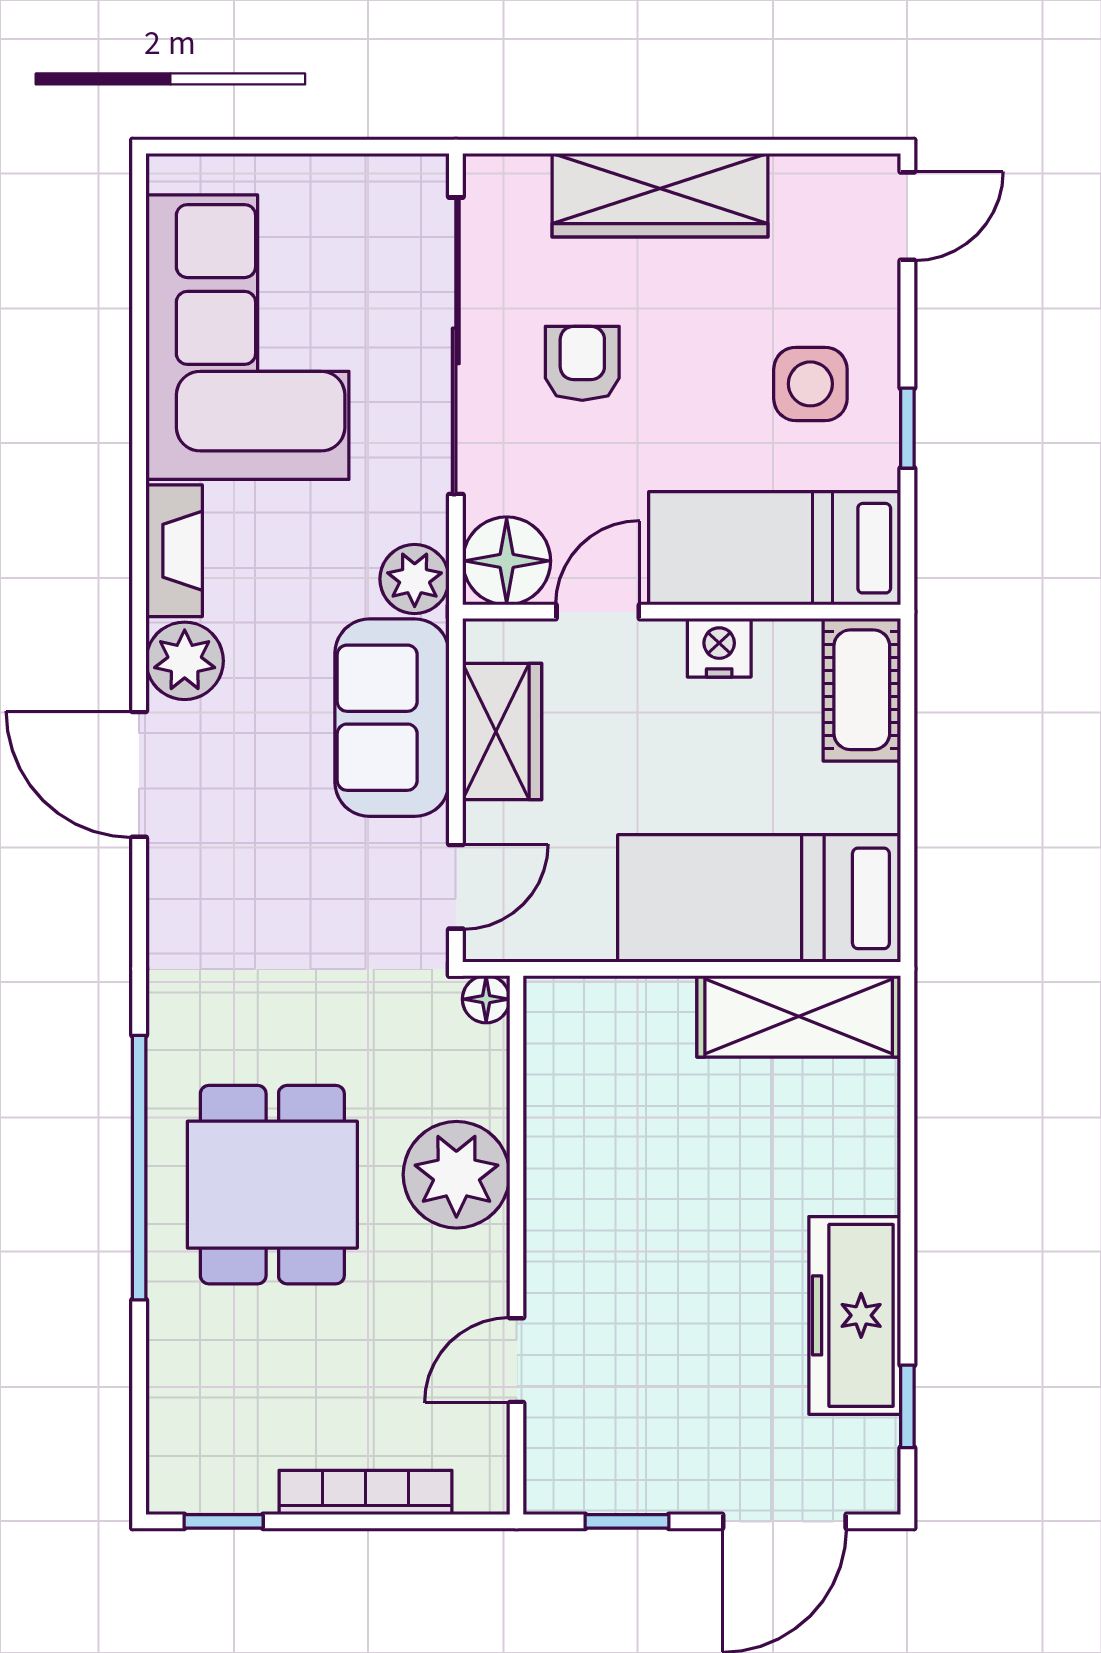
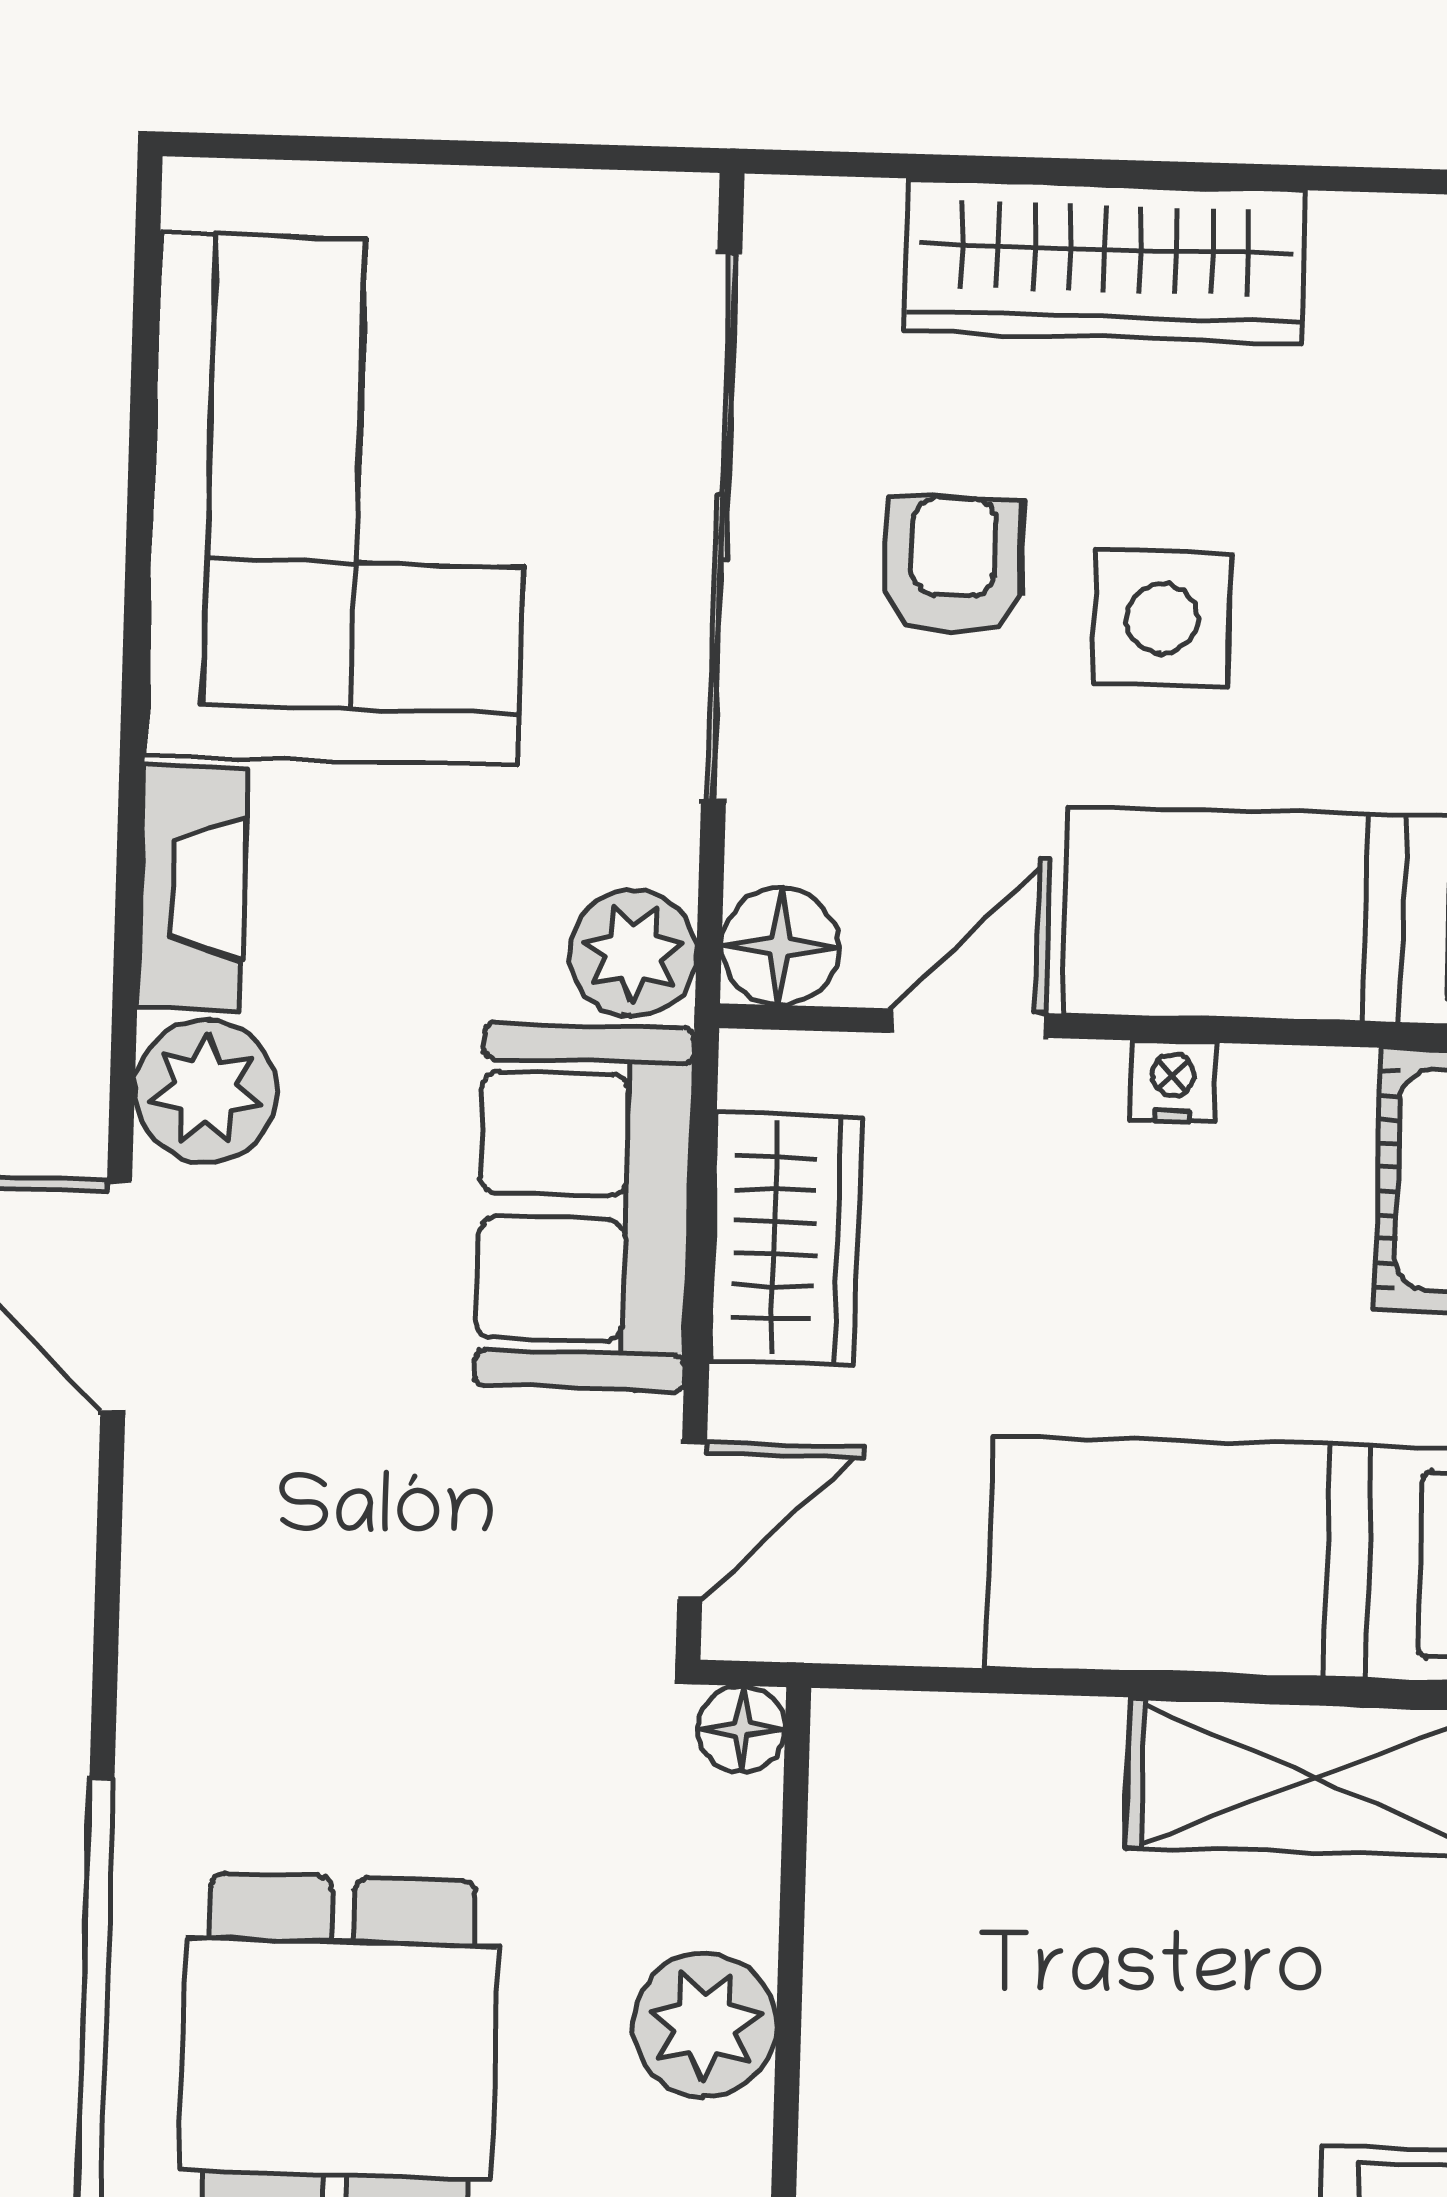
side table: (810, 384) -> (1162, 618), moved
floor lamp: (507, 561) -> (780, 946), width x0.73, depth x0.73
nightstand: (719, 648) -> (1173, 1081), width x0.72, depth x0.74
plant: (456, 1175) -> (704, 2025), width x0.73, depth x0.73

